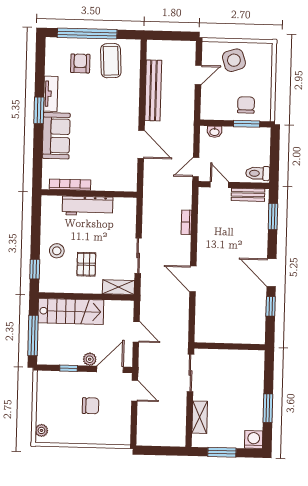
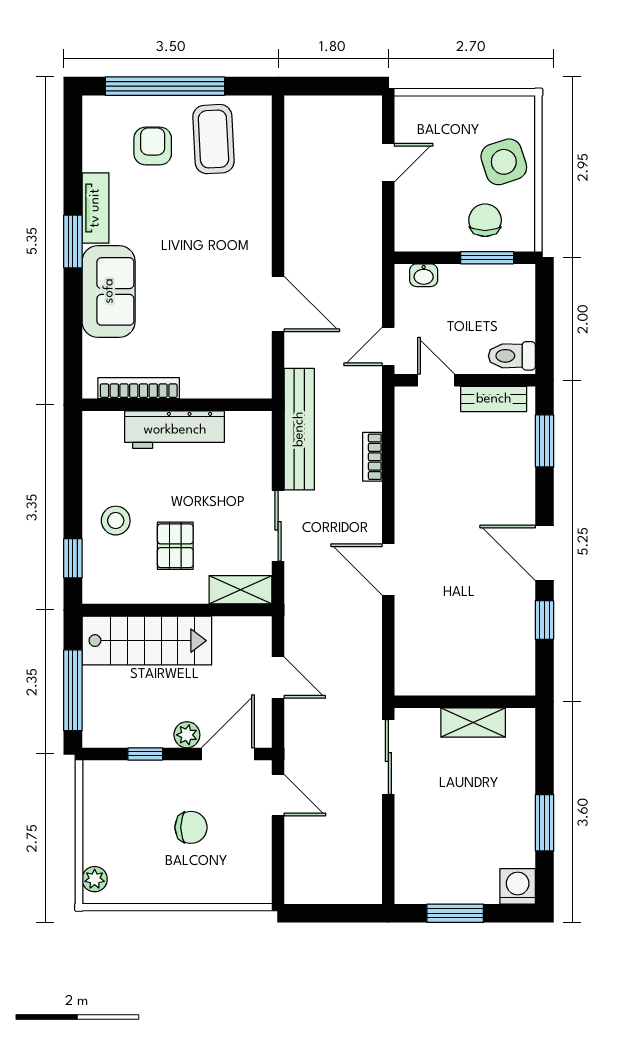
side table: (234, 60) -> (504, 162), moved
bench: (153, 90) -> (299, 429), moved
shelving: (200, 417) -> (473, 723), moved, turned 90

